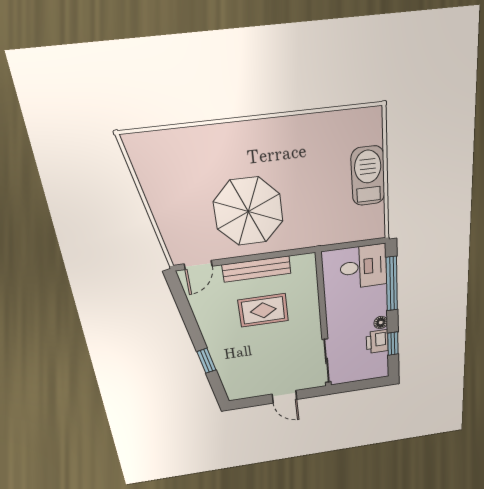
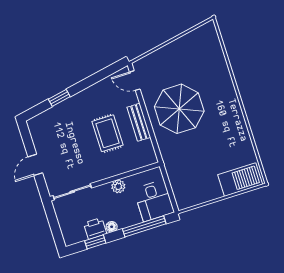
barbecue: (368, 176) -> (240, 180), moved
bench: (257, 269) -> (139, 122), width x0.73
plant: (334, 307) -> (118, 186), added

